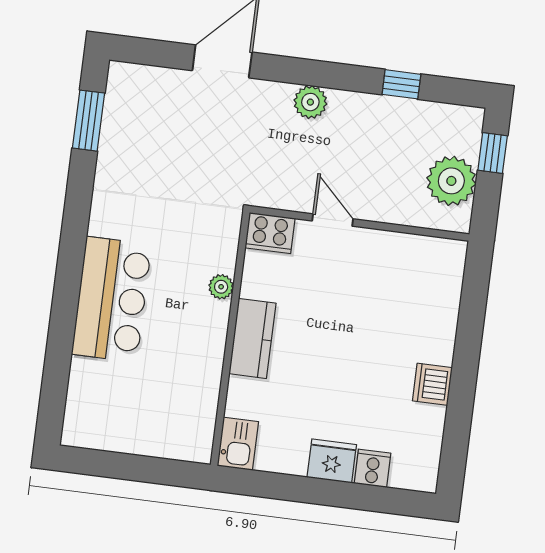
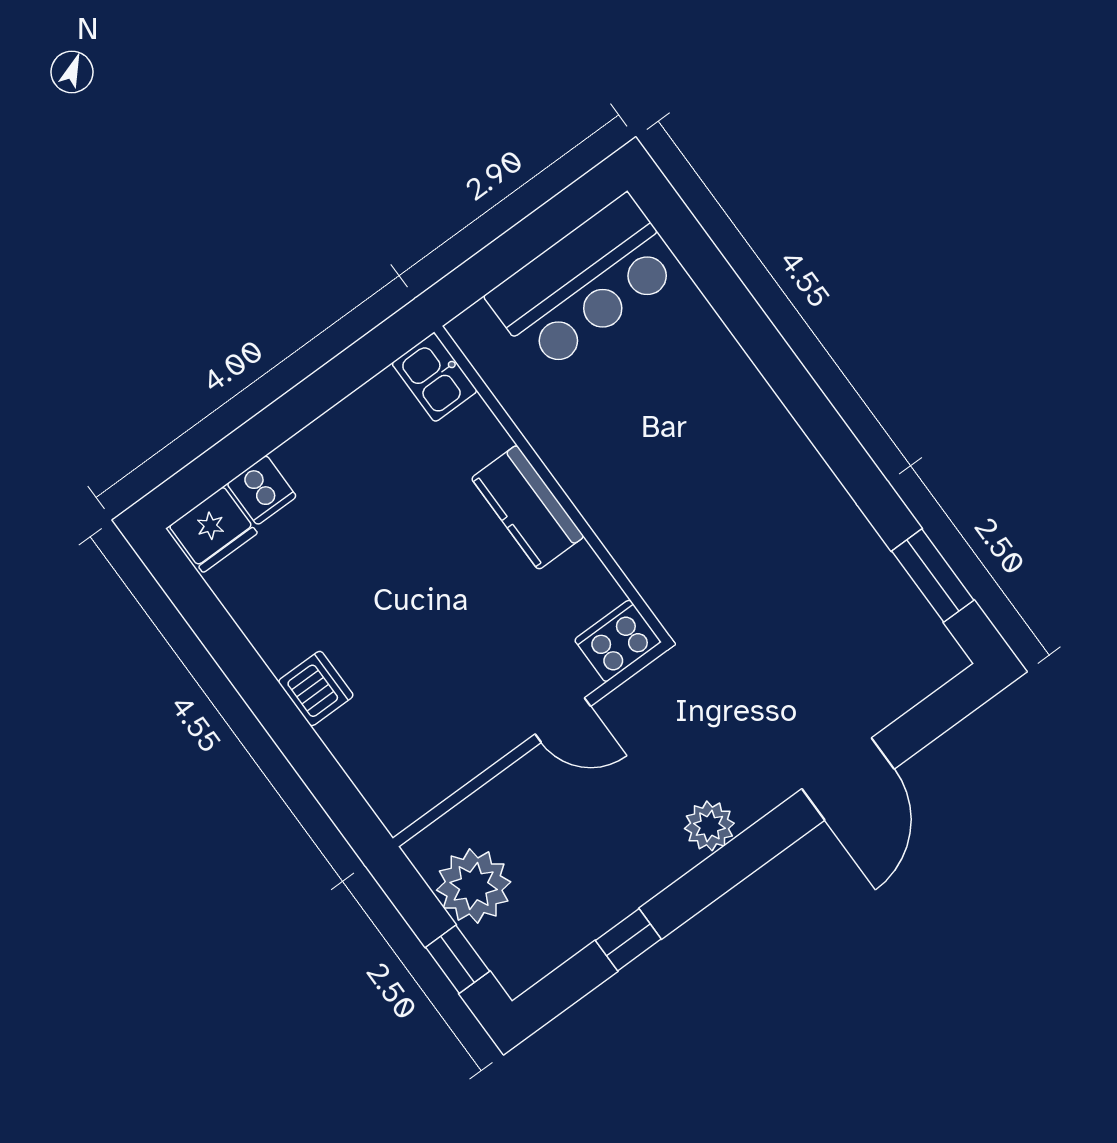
plant: (221, 287) -> (616, 531), removed
bar counter: (112, 299) -> (584, 283), moved, turned -90
dishwasher: (432, 384) -> (316, 688), moved
fridge: (332, 461) -> (213, 530), moved

